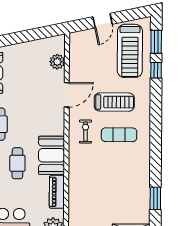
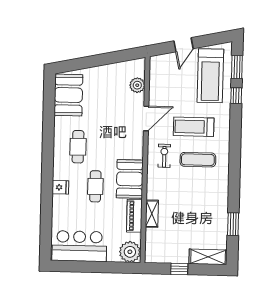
treadmill: (114, 102) -> (194, 127), turned 180
shelving: (74, 189) -> (152, 214), added

